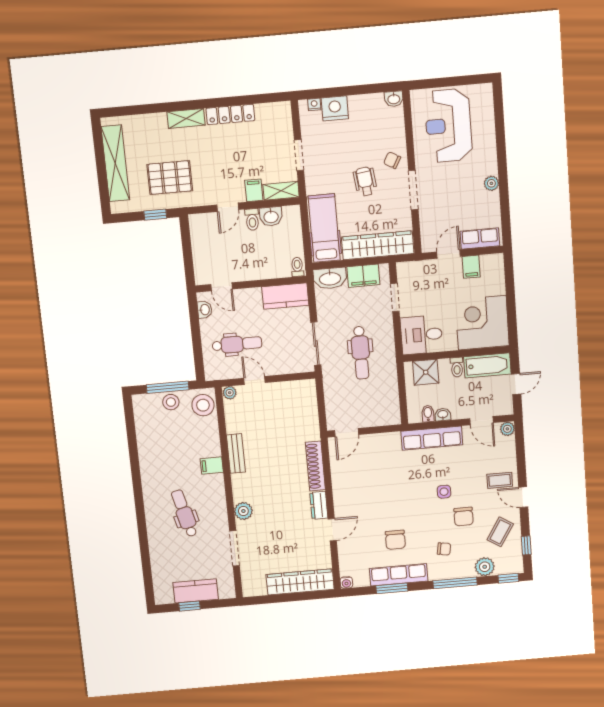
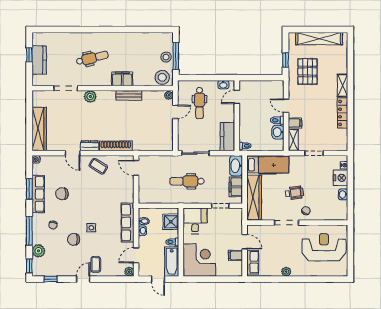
washbasin: (394, 99) -> (343, 194), moved
filing cabinet: (212, 466) -> (122, 79), width x2.00
coffee table: (500, 532) -> (98, 166), moved

